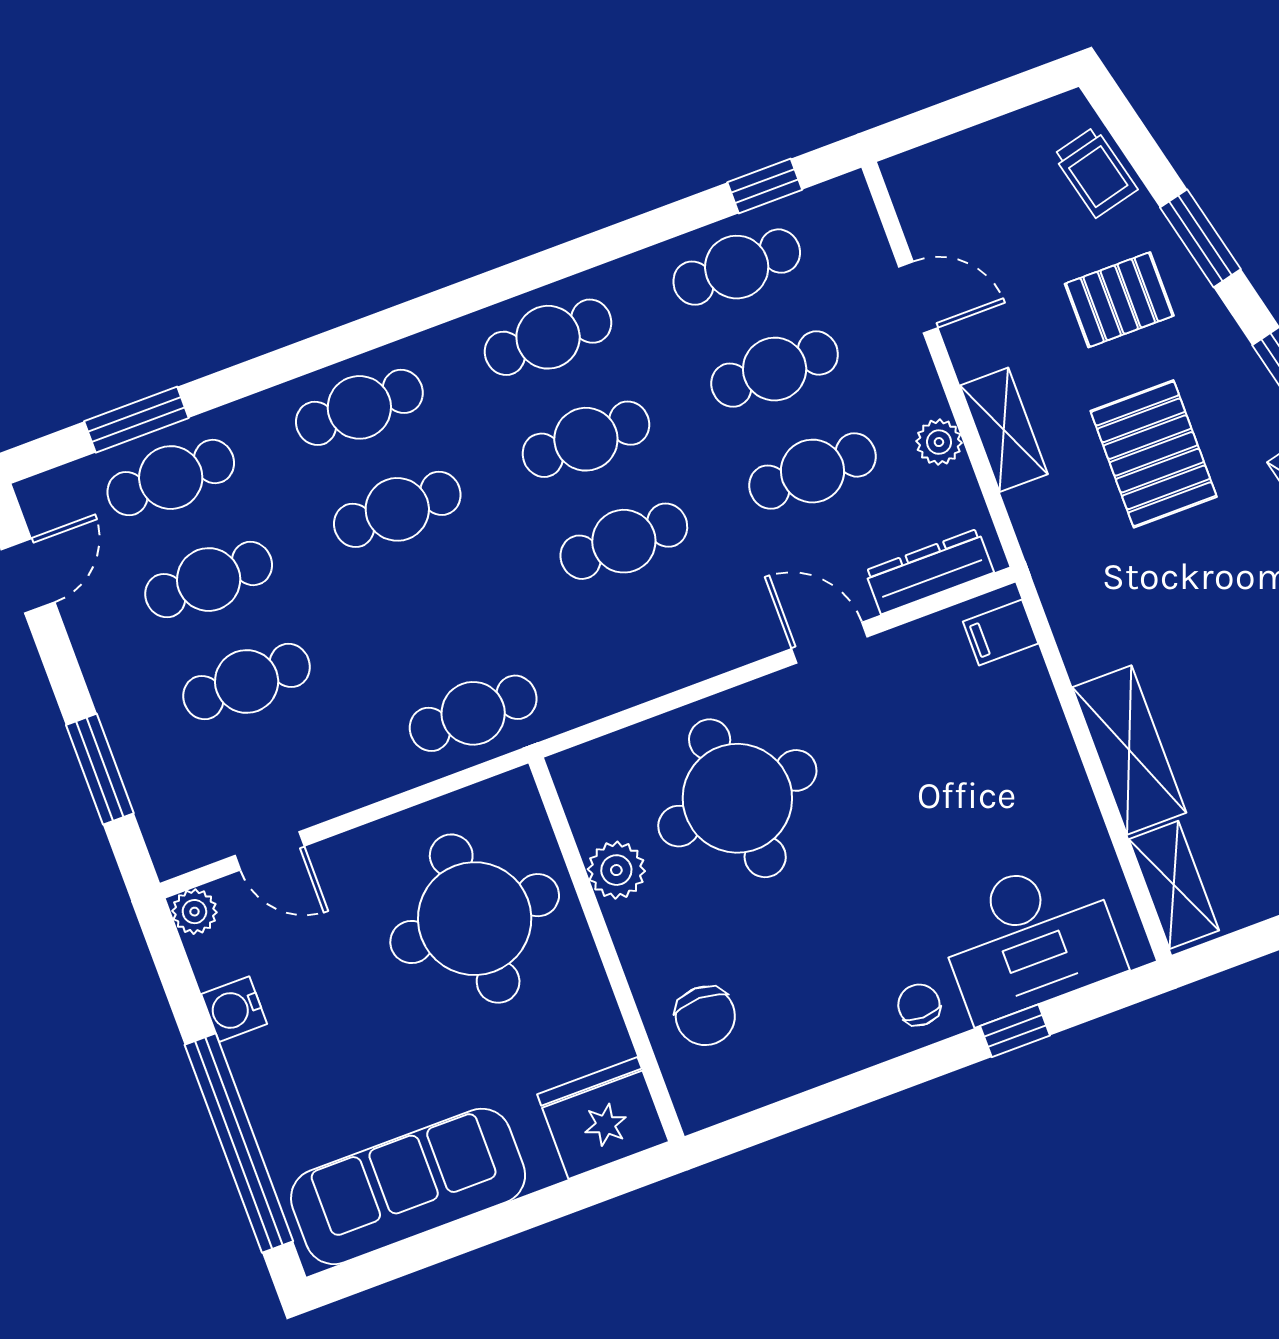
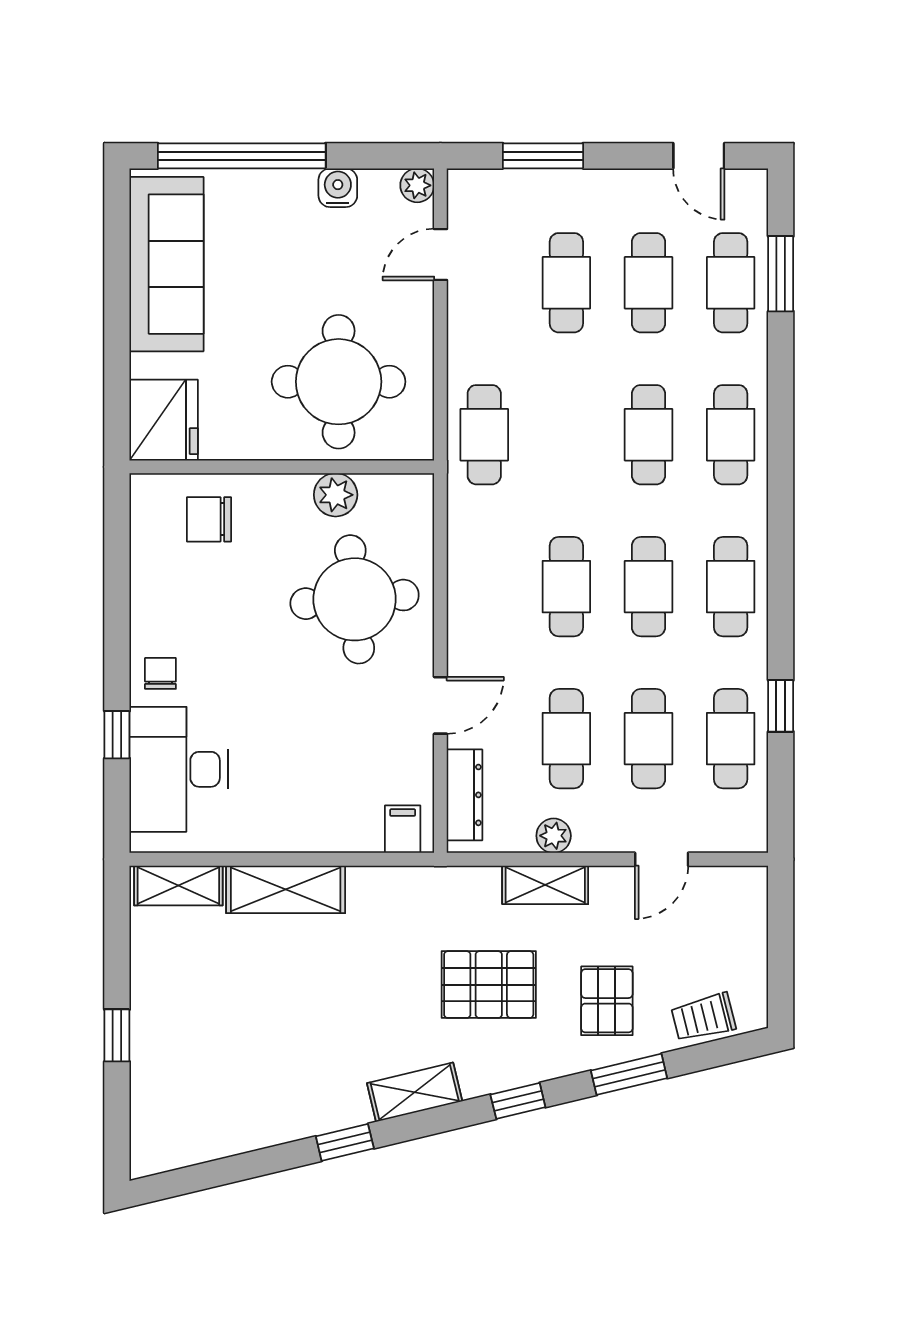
window: (765, 186) -> (781, 706), moved
chair: (919, 1005) -> (160, 673), turned -90

